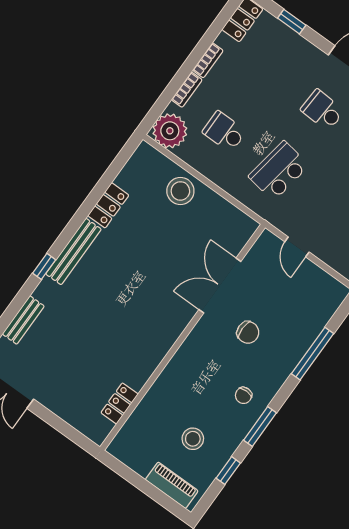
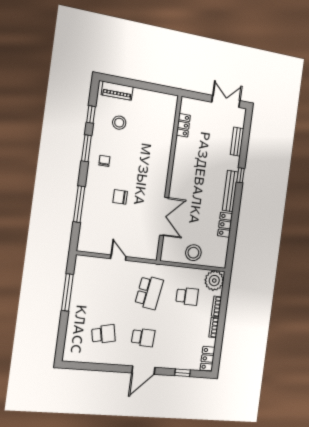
double door: (220, 286) -> (164, 216), moved
wall: (183, 337) -> (169, 178), moved
locker: (120, 403) -> (183, 125), moved

